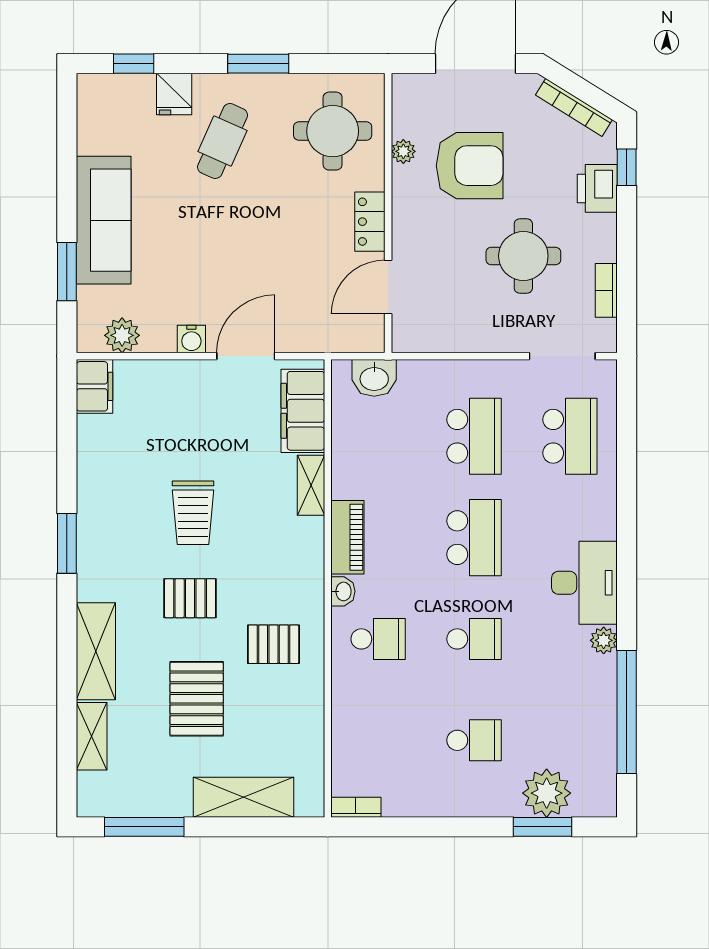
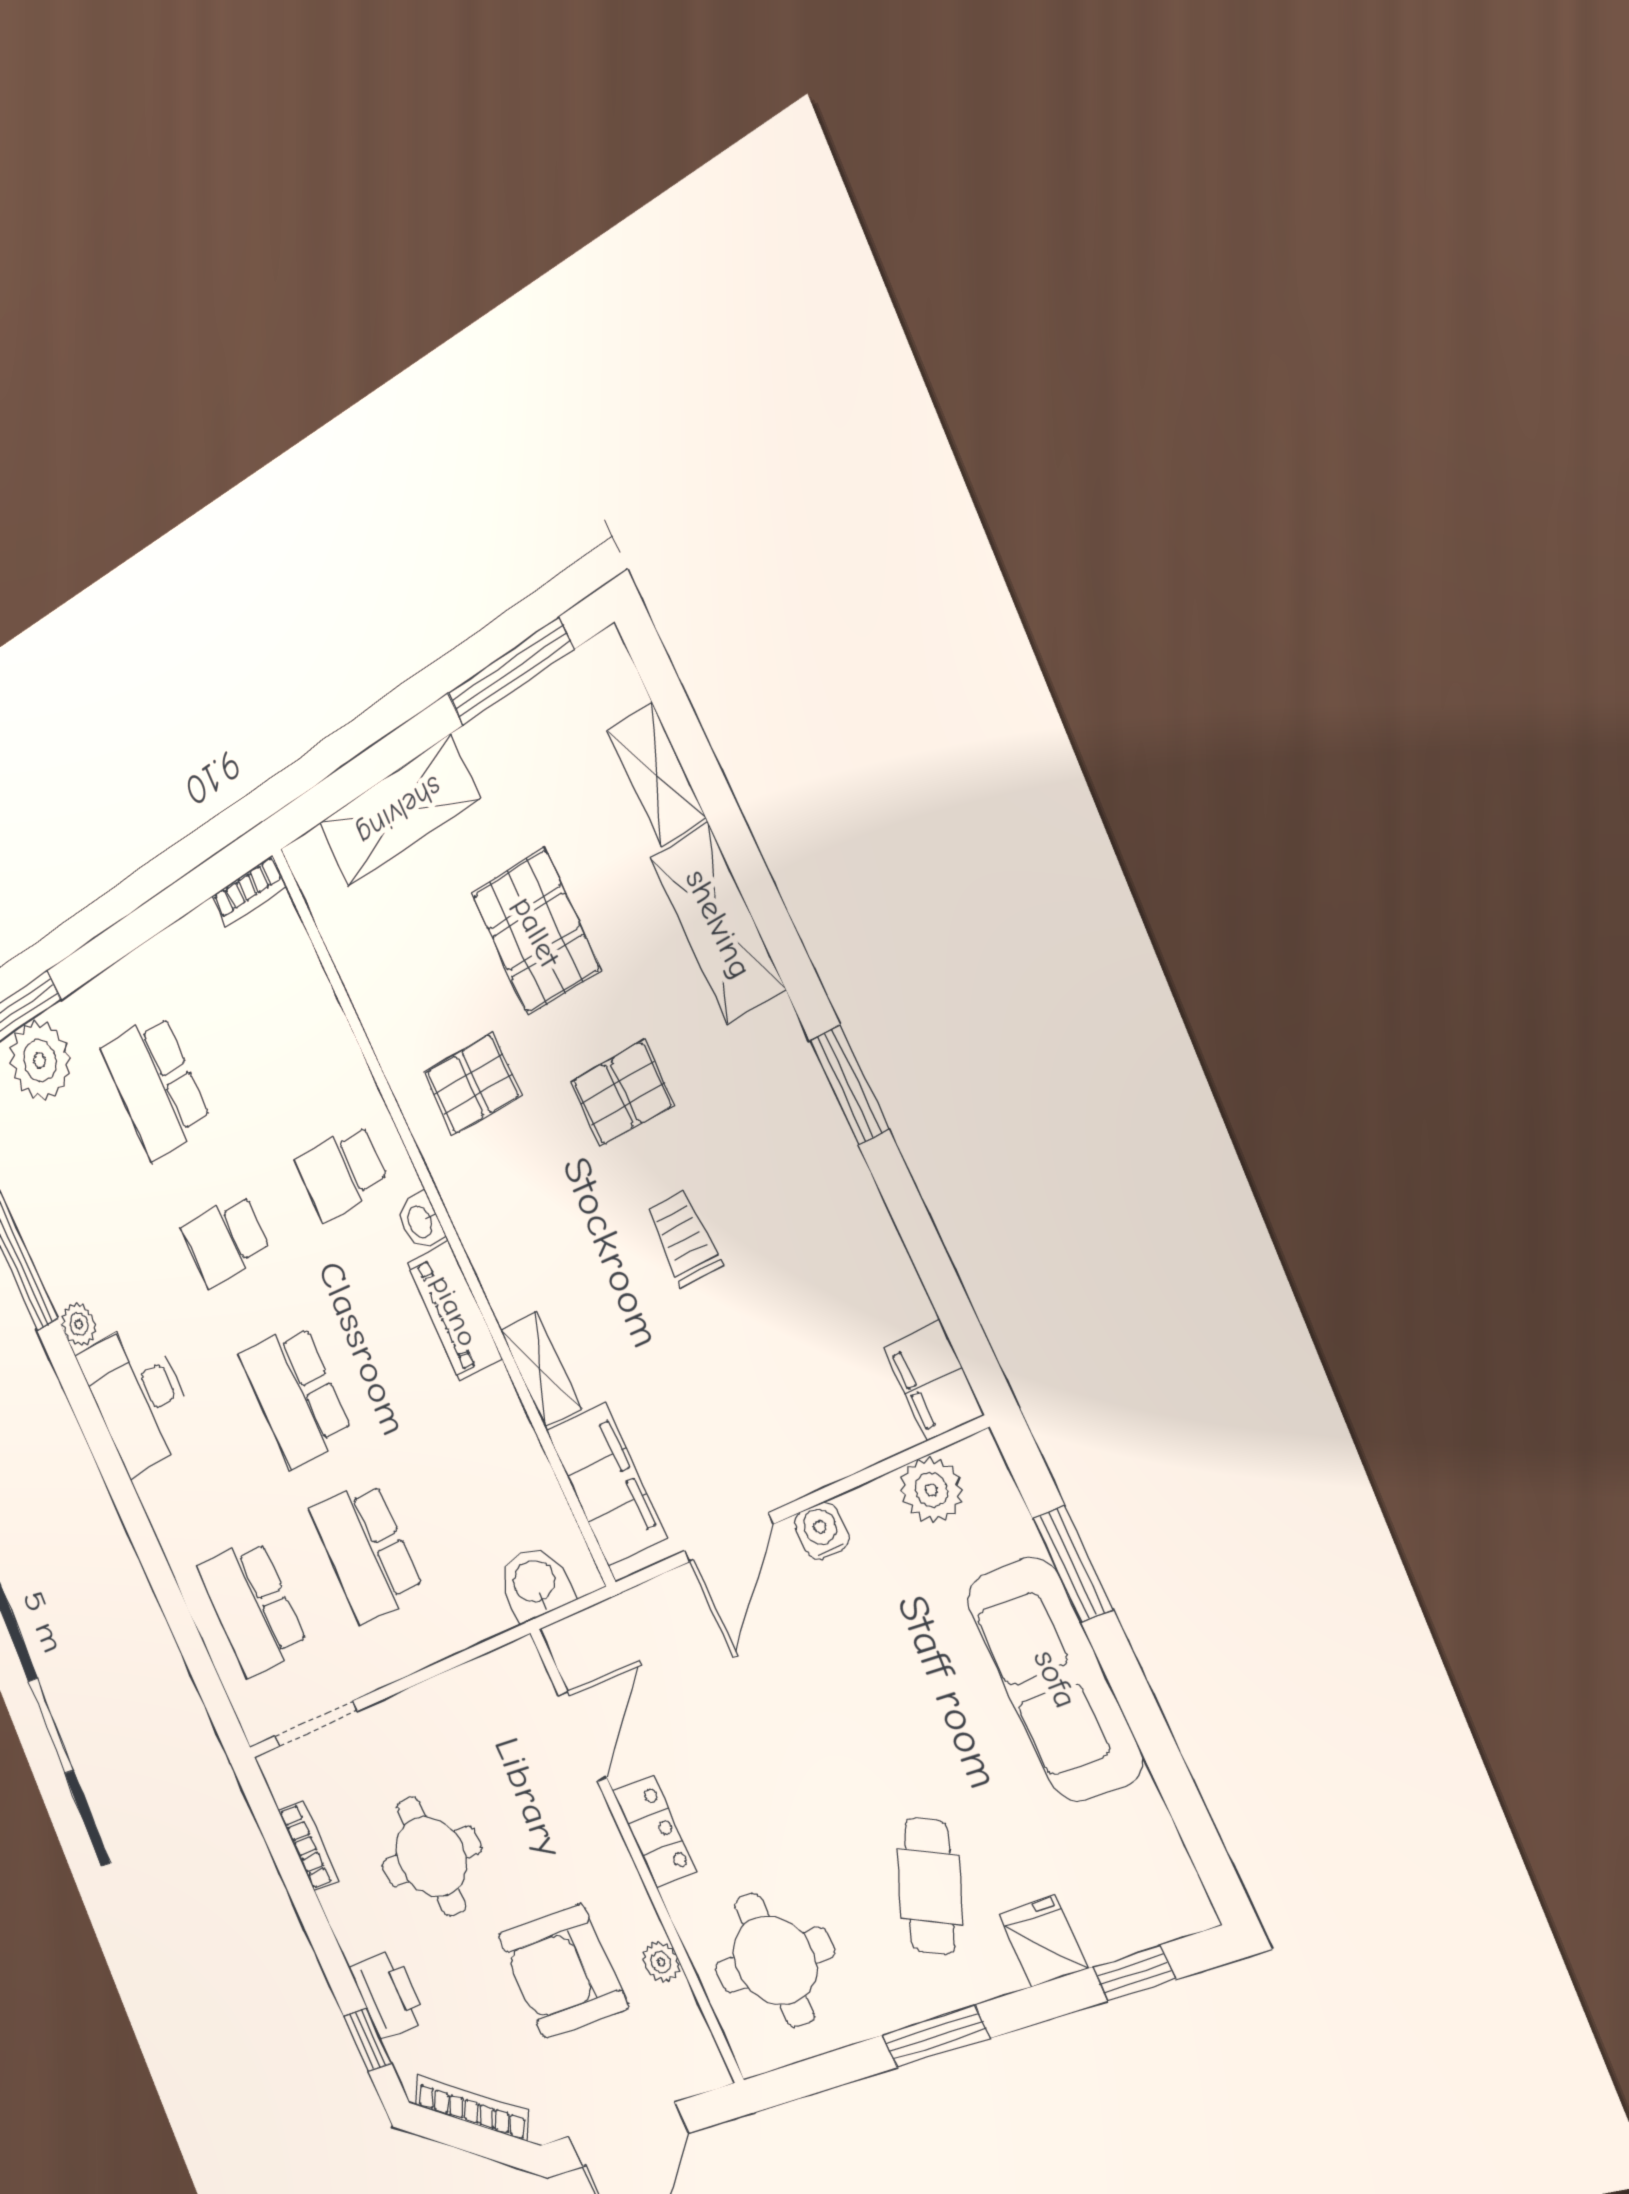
trolley: (193, 513) -> (684, 1238), width x0.73, depth x0.72
school desk: (474, 740) -> (156, 1086), width x1.85

